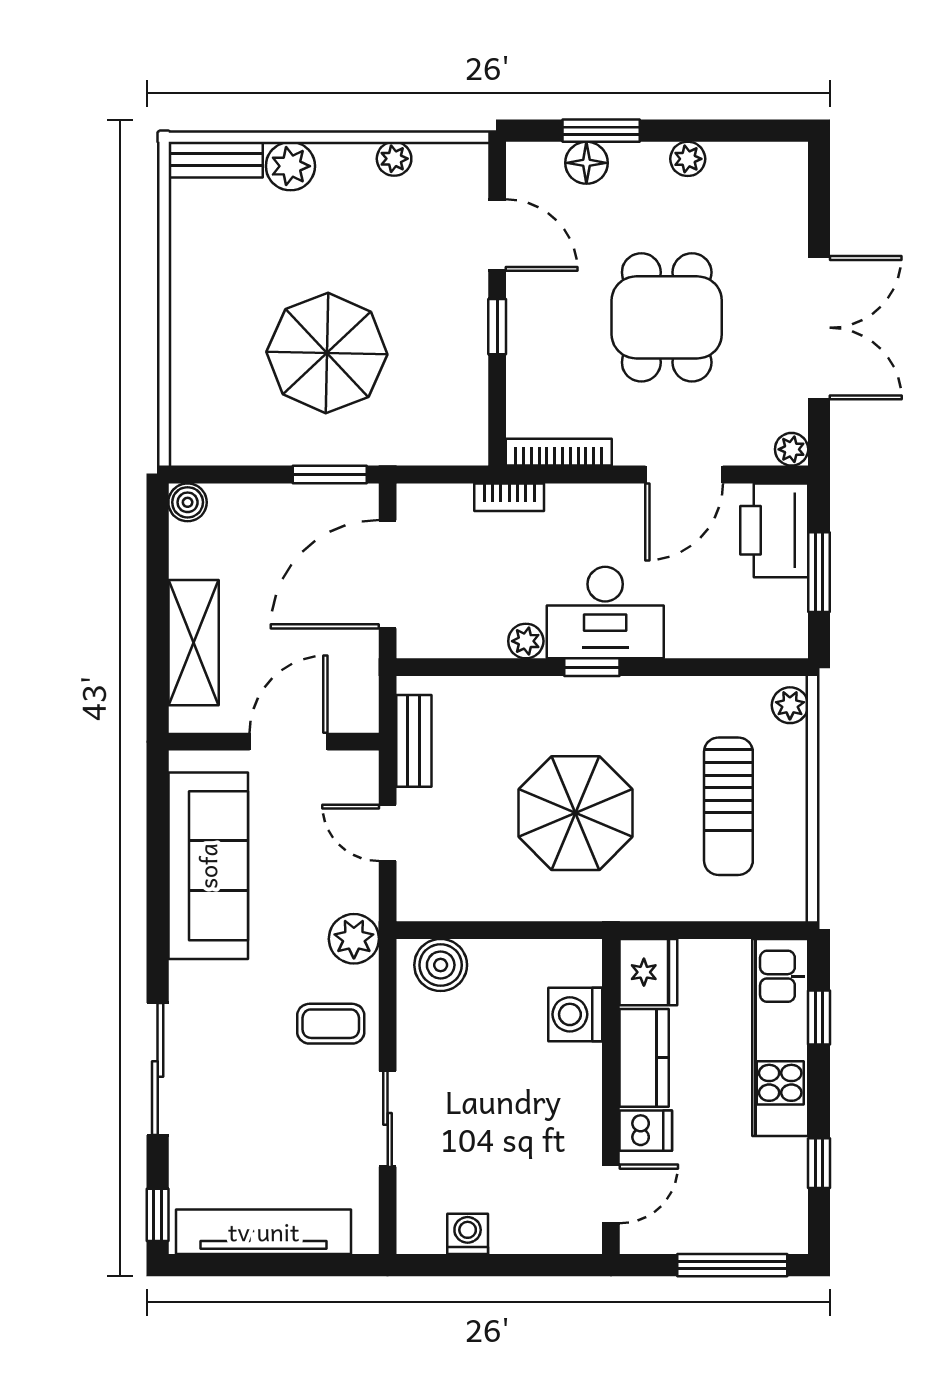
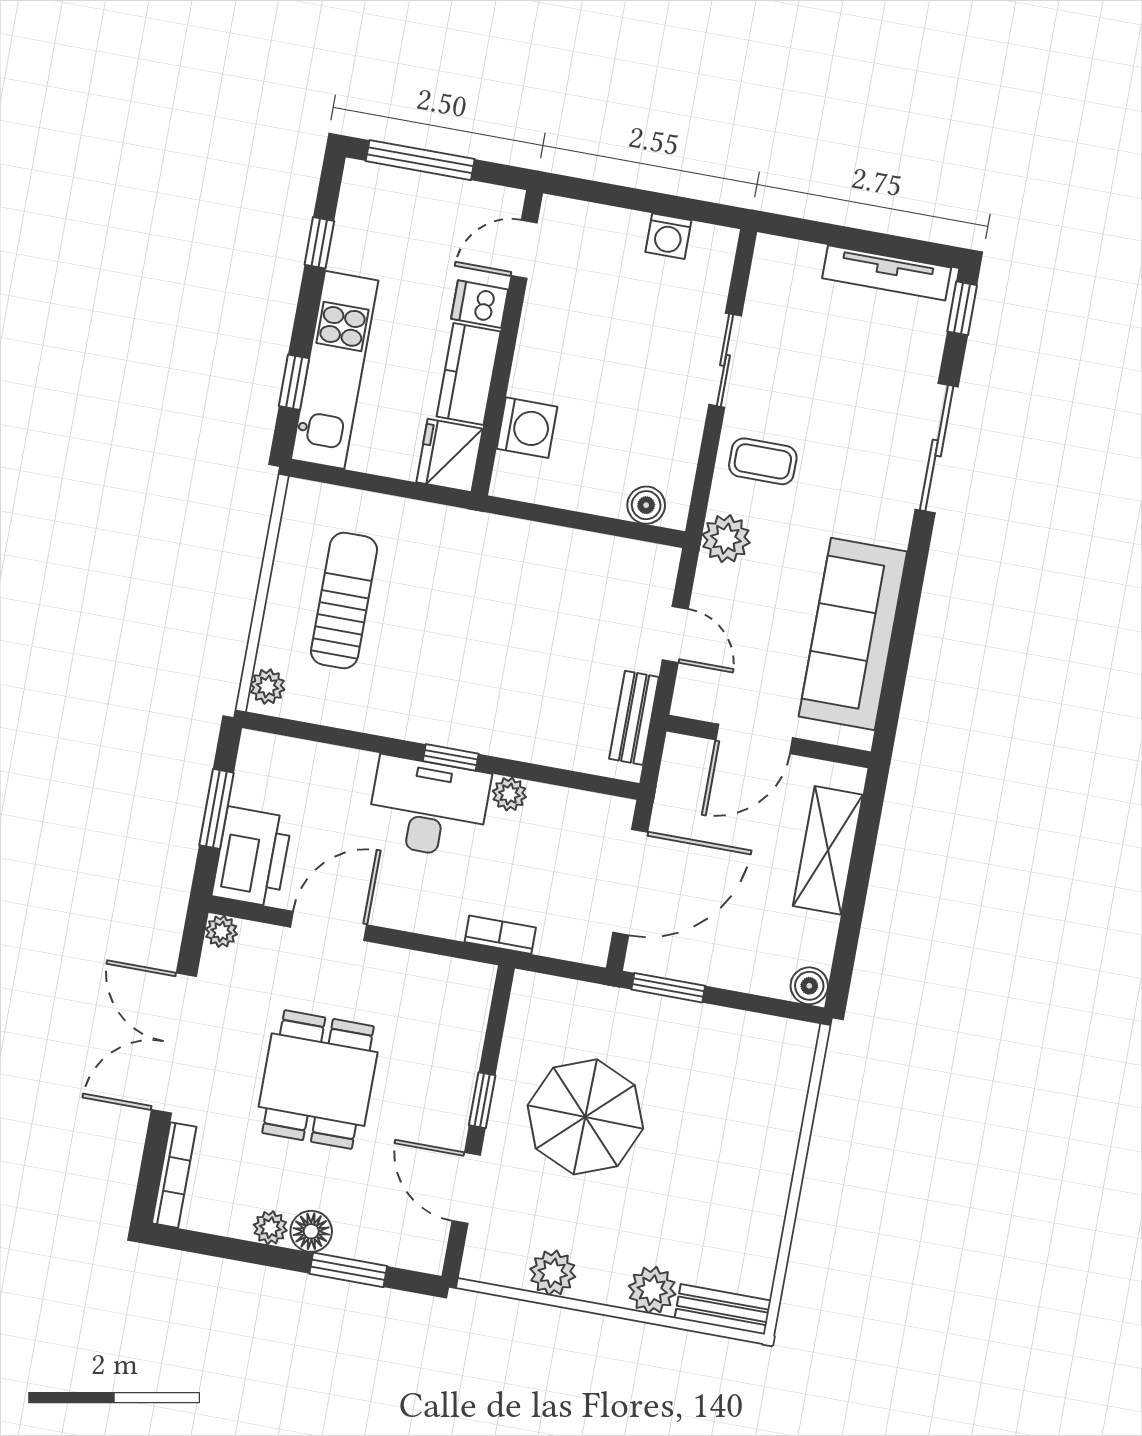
plant: (394, 159) -> (553, 1273), width x1.38, depth x1.38
floor lamp: (586, 163) -> (311, 1231), moved
parasol: (327, 353) -> (585, 1117), moved
bookcase: (559, 452) -> (174, 1175), moved, turned -90
parasol: (575, 813) -> (492, 621), removed
boiler: (441, 965) -> (646, 505), width x0.73, depth x0.73
tv unit: (264, 1232) -> (887, 273), width x0.73, depth x0.78

